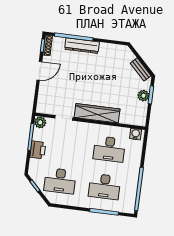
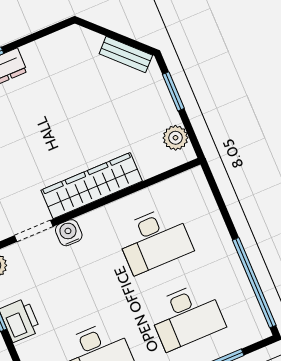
plant: (143, 96) -> (175, 138), moved
water cooler: (136, 134) -> (69, 233), moved

